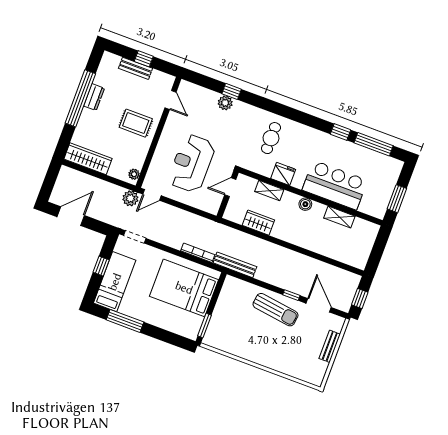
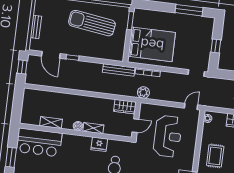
rug: (136, 123) -> (215, 156), turned 90
bar counter: (335, 185) -> (39, 142), moved
shelving: (269, 191) -> (93, 128), moved
plant: (130, 198) -> (143, 92), moved
window: (397, 199) -> (11, 157), moved
wardrobe: (258, 223) -> (125, 107), moved
bed: (115, 282) -> (203, 37), removed
sun lounger: (275, 310) -> (92, 23), moved, width x1.36, depth x1.34

